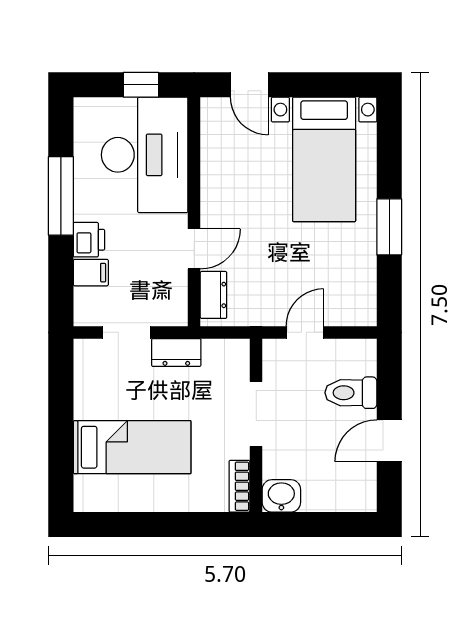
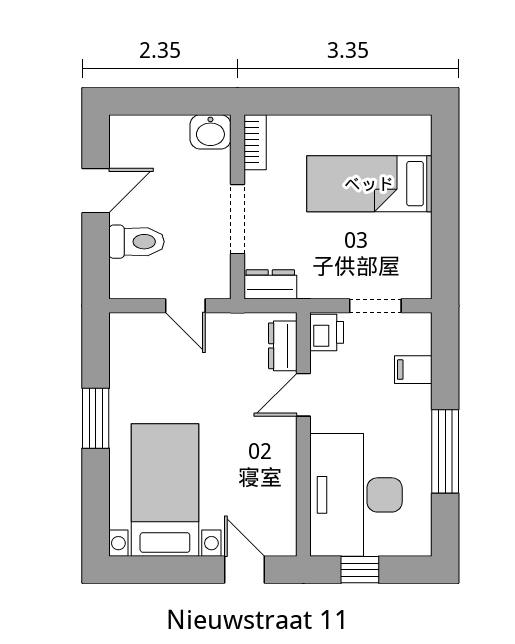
printer: (89, 240) -> (327, 332), moved, turned 180
door: (305, 332) -> (185, 306), hinge flipped
dresser: (176, 353) -> (270, 284), moved

